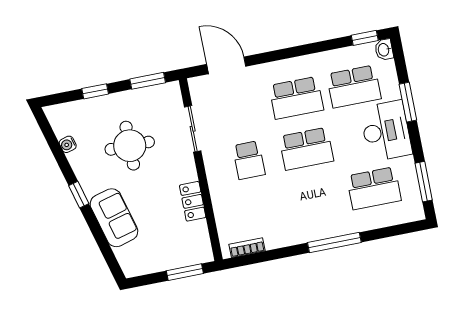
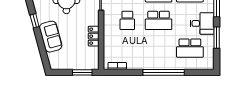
desk: (386, 131) -> (202, 23), width x0.73
window: (424, 182) -> (217, 38), moved
window: (334, 242) -> (164, 72), width x1.46

